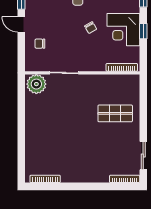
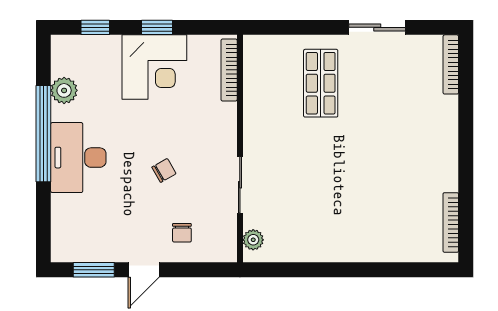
chair: (91, 28) -> (164, 170), moved
plant: (36, 84) -> (253, 240), width x0.53, depth x0.53
sliding door: (143, 156) -> (377, 27), moved

